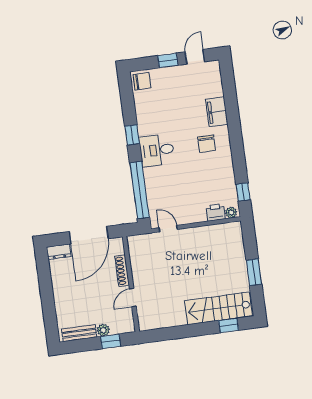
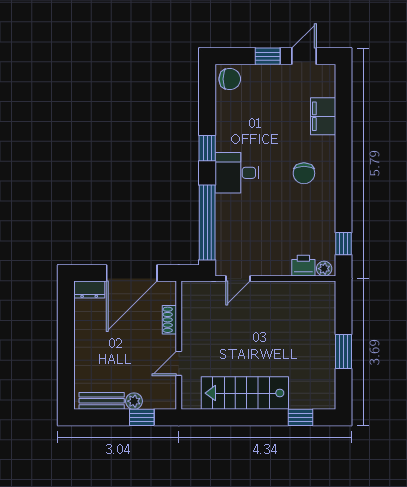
filing cabinet: (217, 112) -> (323, 116), moved
door: (168, 229) -> (238, 279), swing flipped
shoe rack: (122, 271) -> (169, 320), width x0.70
stairs: (219, 308) -> (245, 393), moved

